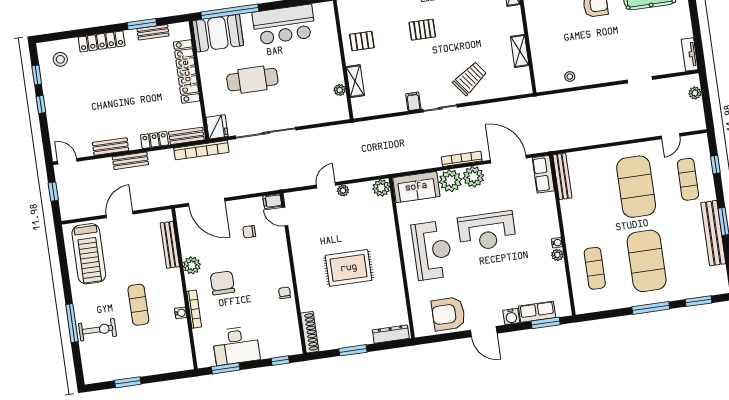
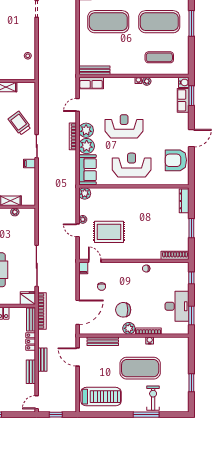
door: (508, 159) -> (78, 105), width x0.53
door: (120, 215) -> (78, 357), moved
door: (285, 217) -> (95, 261), swing flipped
reception desk: (487, 231) -> (124, 126), turned -90
plant: (192, 265) -> (129, 328), moved
rug: (349, 268) -> (109, 232), moved, turned 90
chair: (222, 283) -> (123, 310), moved
exercise mat: (138, 305) -> (140, 368), width x2.00, depth x1.45
armchair: (448, 314) -> (176, 160), turned 90
water cooler: (511, 316) -> (184, 82), moved

